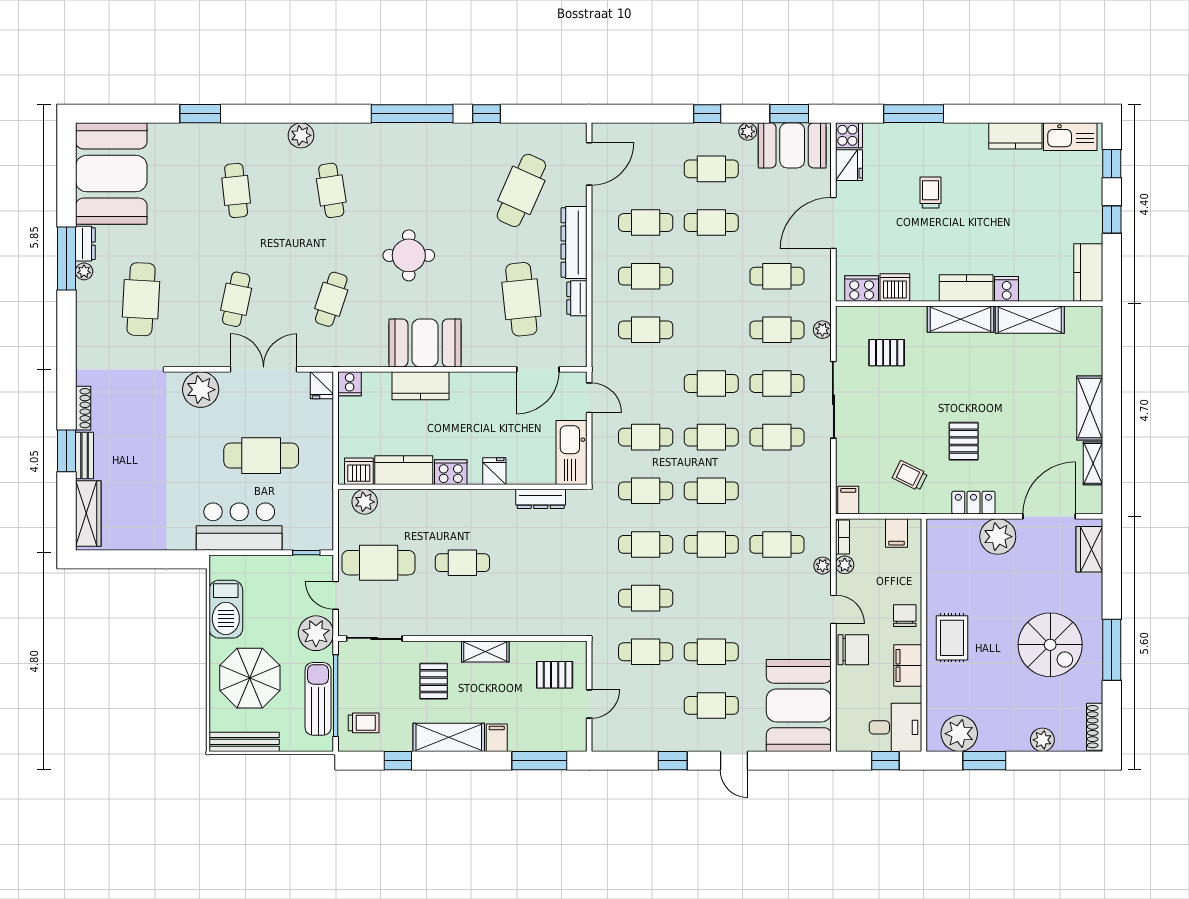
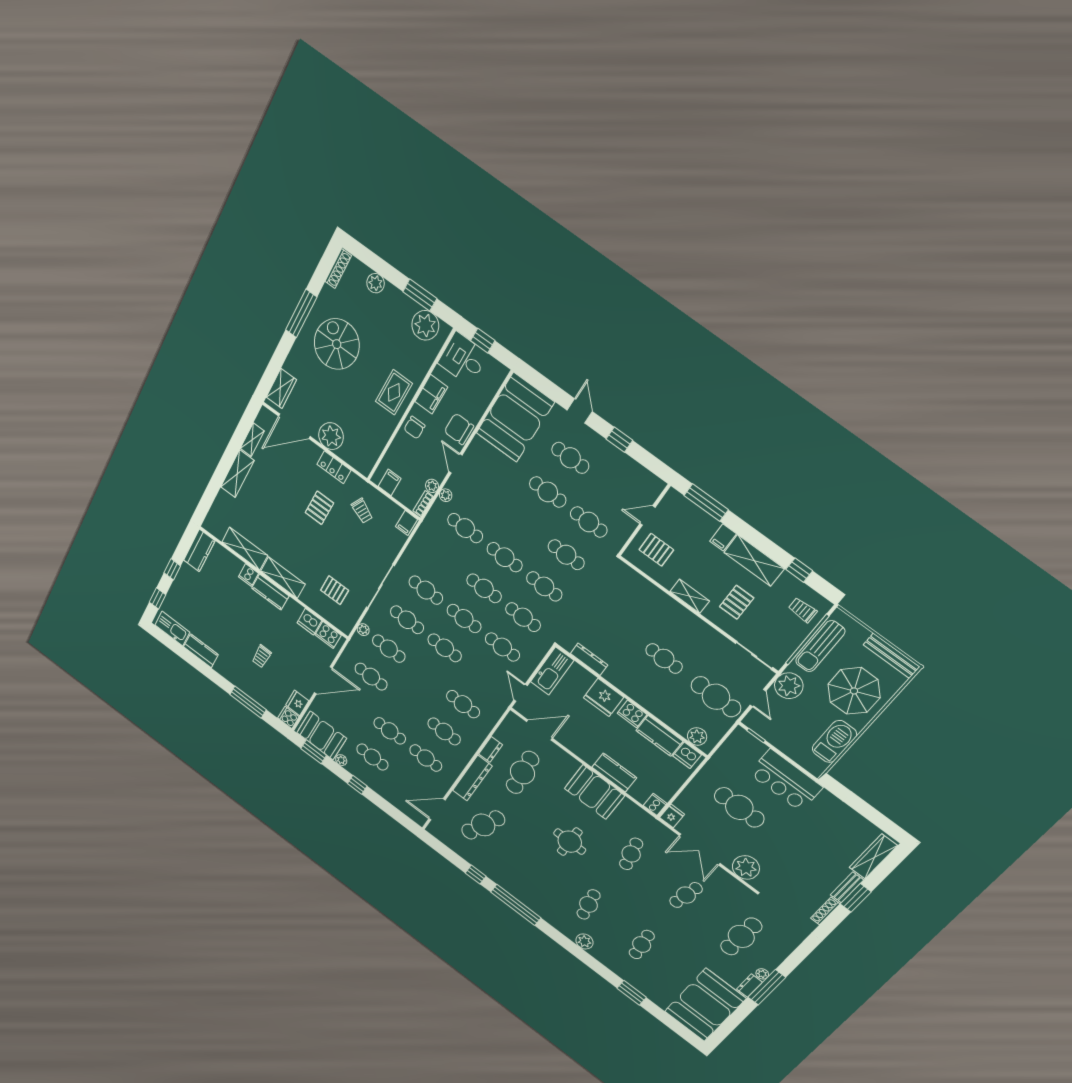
cafe table: (331, 299) -> (631, 854), turned -30
fridge: (494, 471) -> (604, 697), width x1.88, depth x1.34

